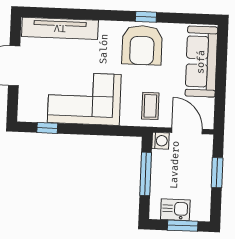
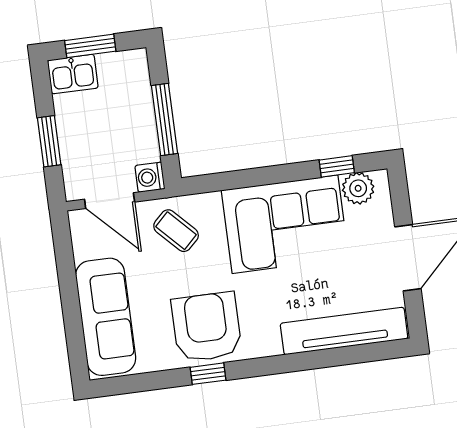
coffee table: (150, 106) -> (176, 231), turned -44
plant: (37, 112) -> (358, 188), added
kitchen sink: (175, 210) -> (73, 74), moved

